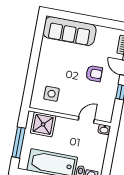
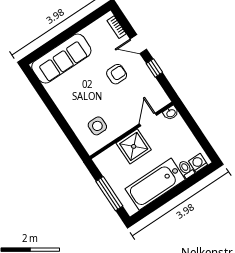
shower: (43, 124) -> (134, 146), moved

